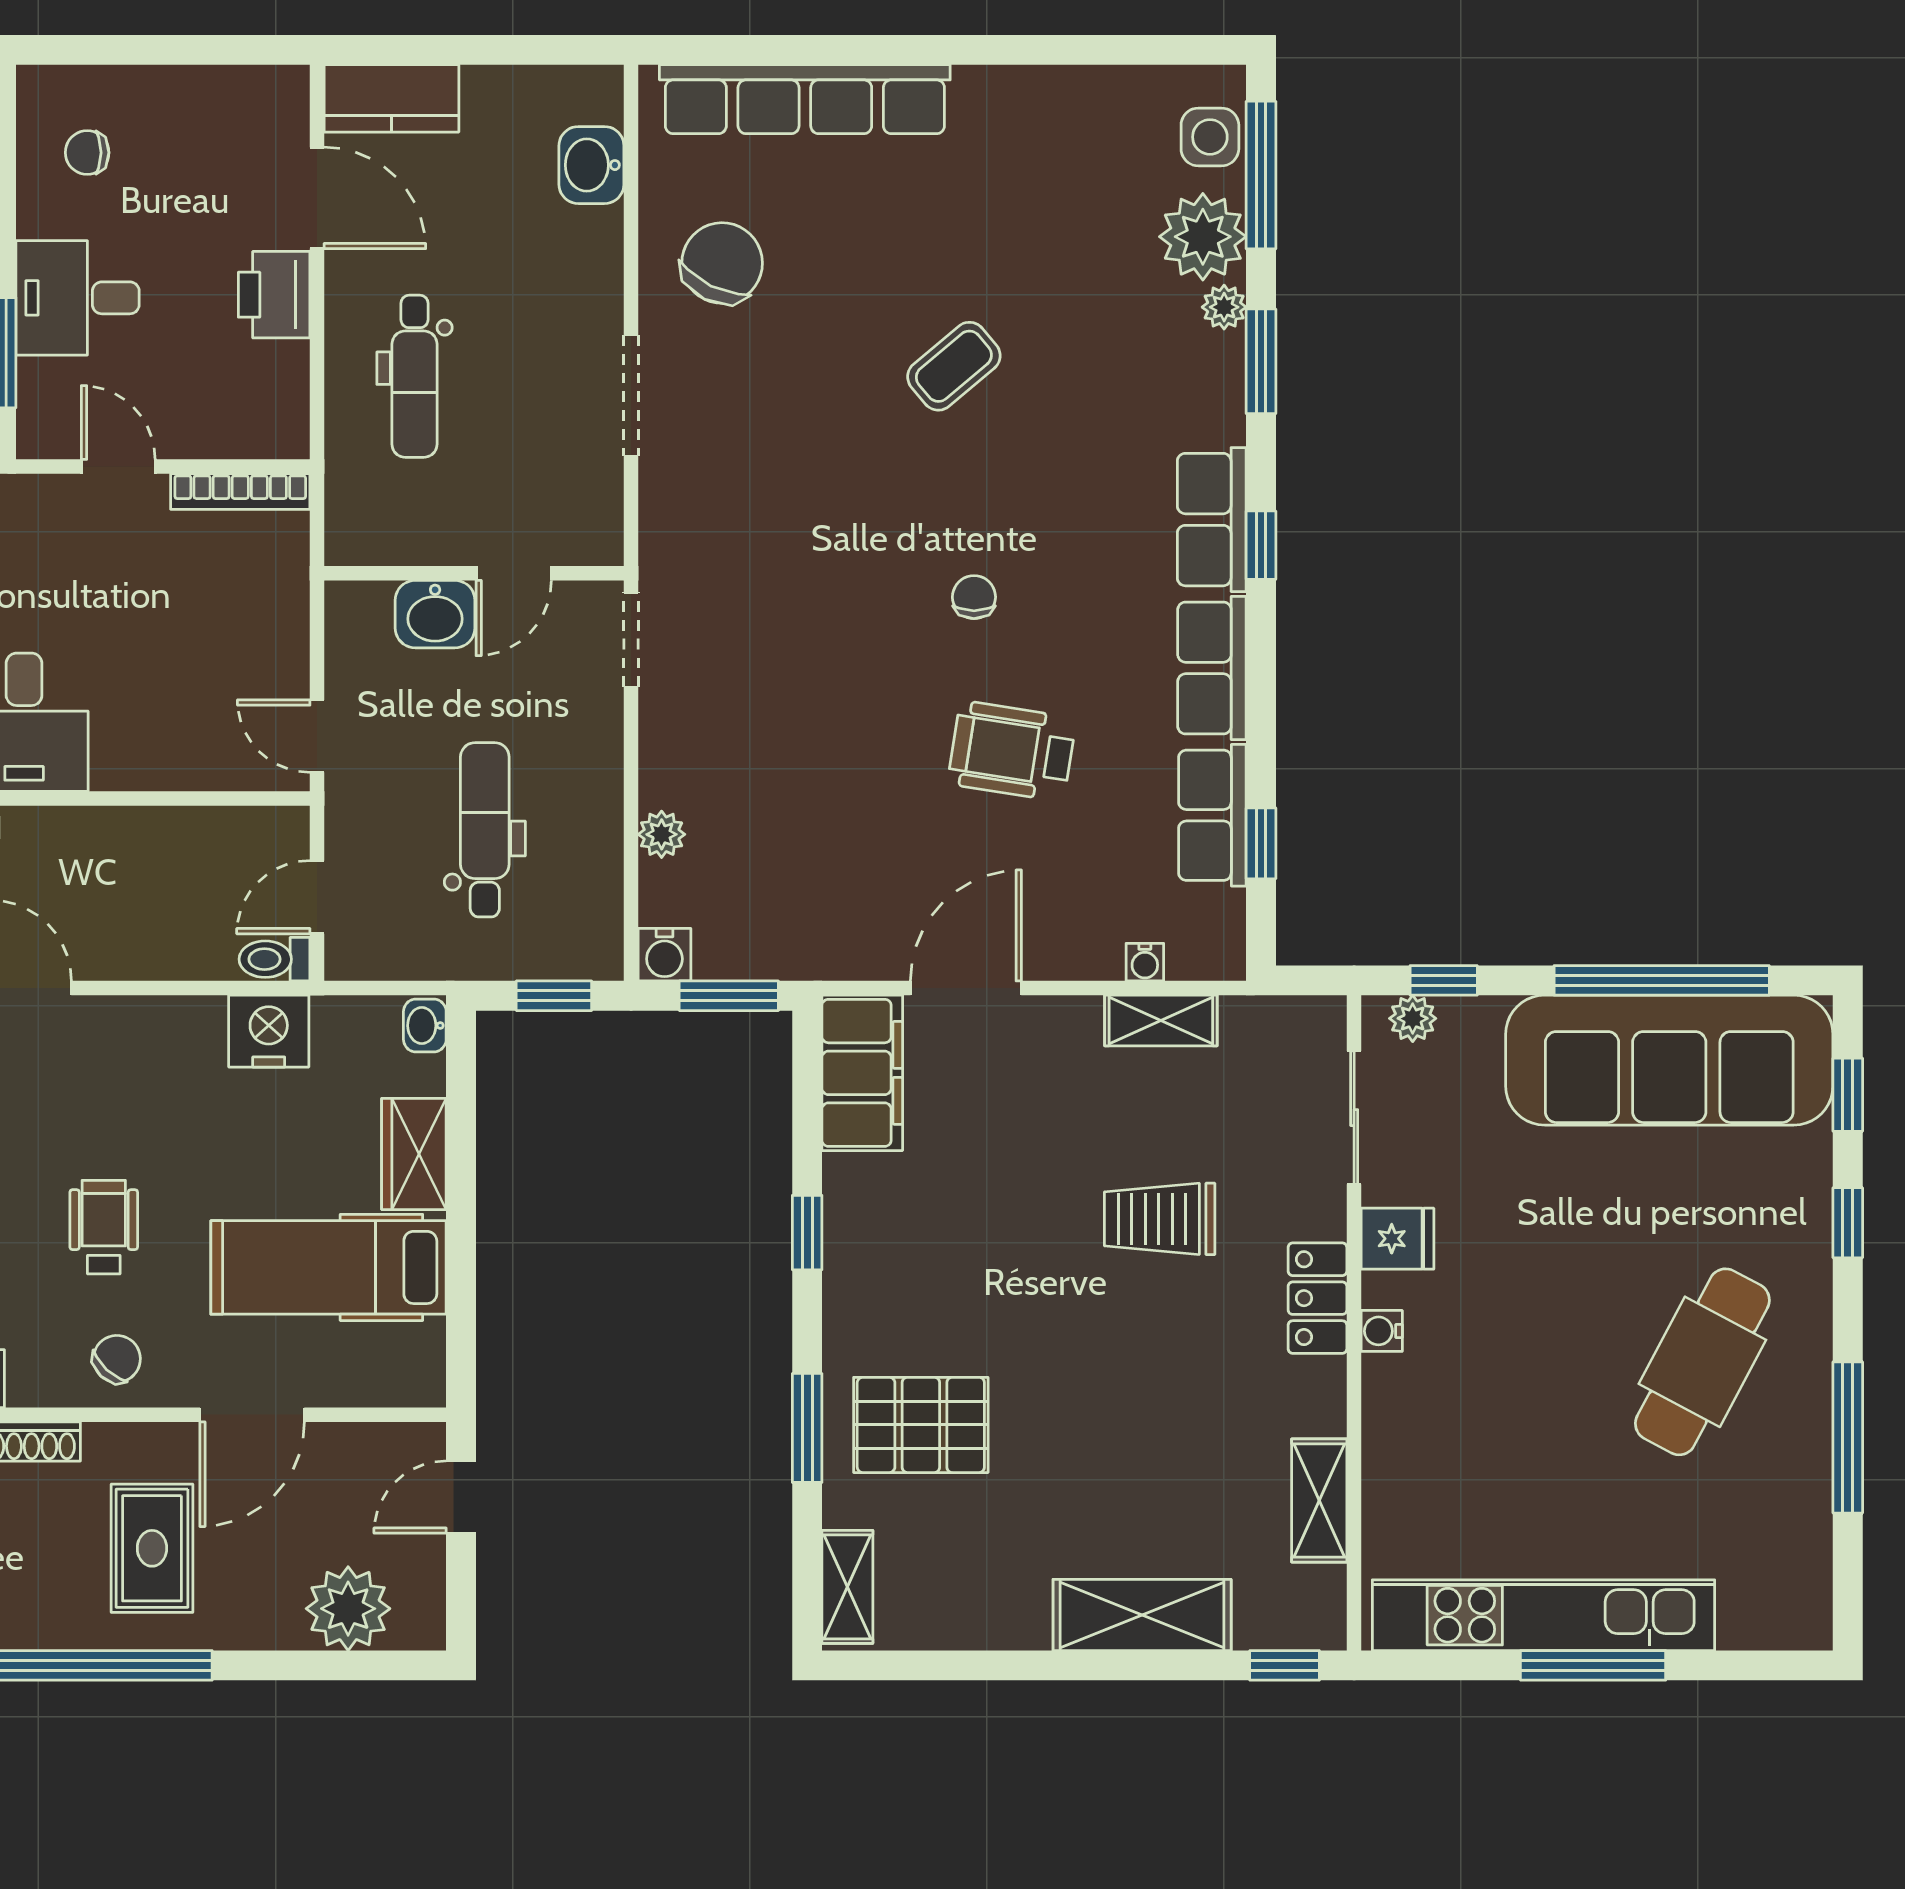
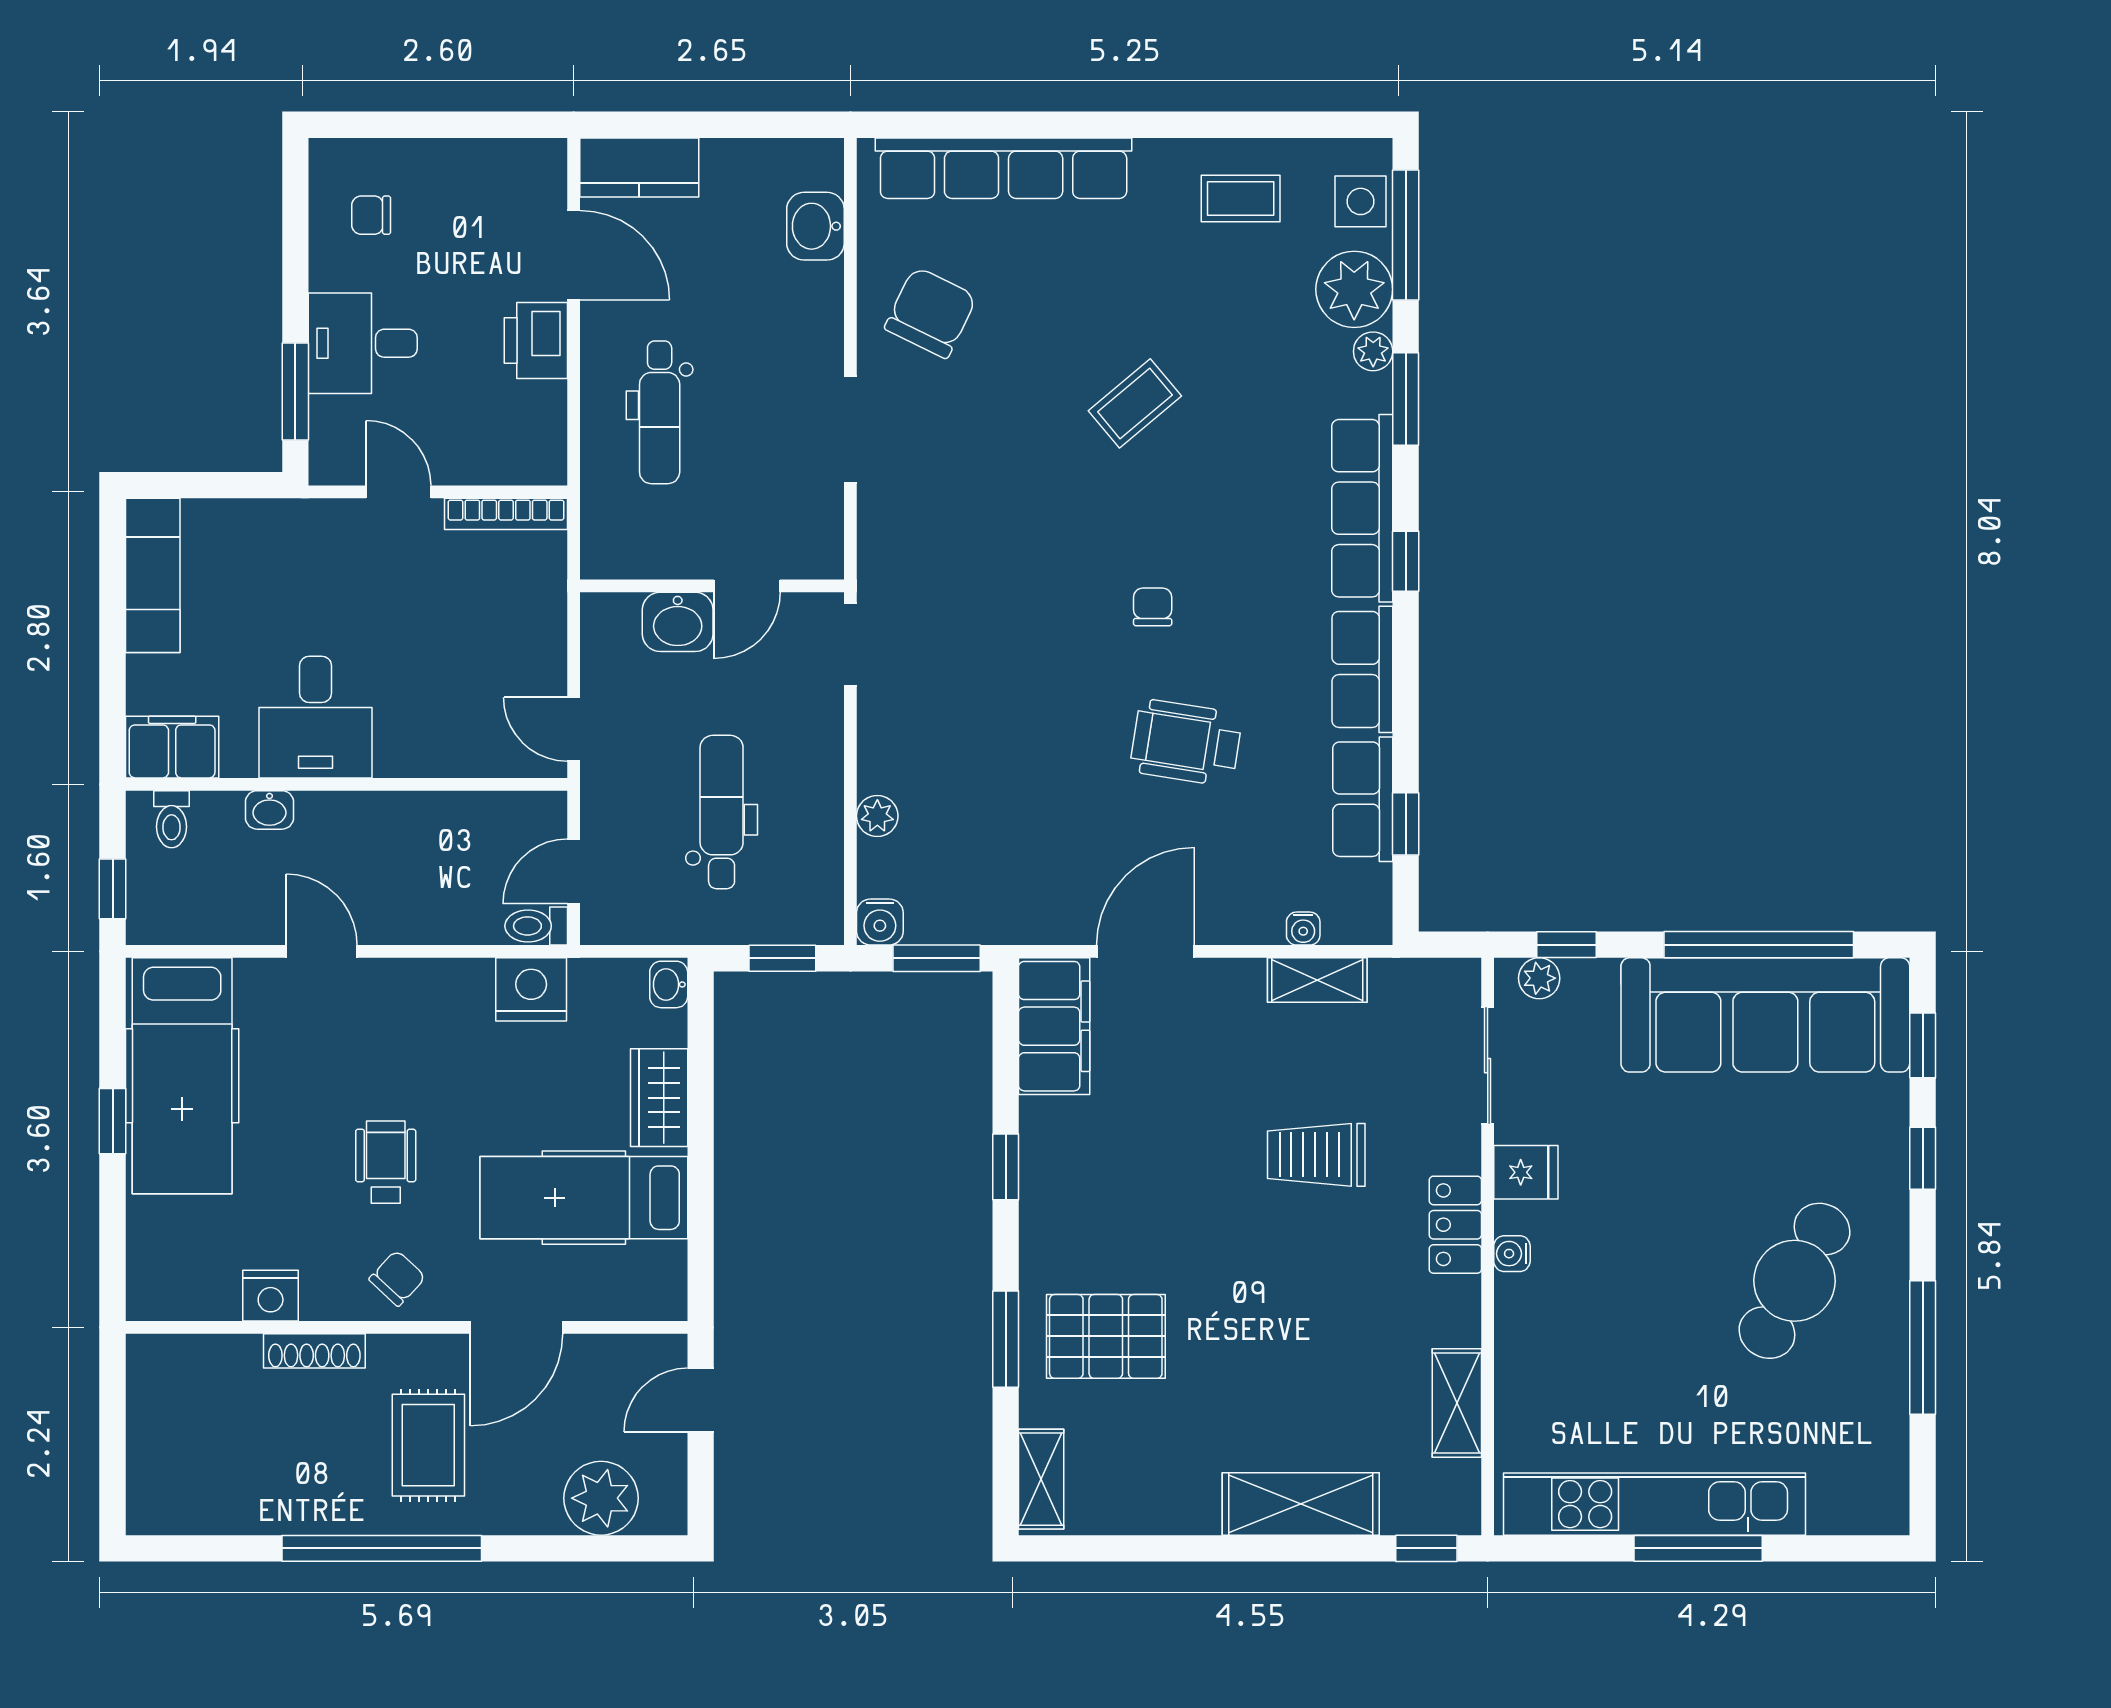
coffee table: (1074, 134) -> (1241, 199), added
row of seats: (1212, 520) -> (1362, 508), width x1.48

